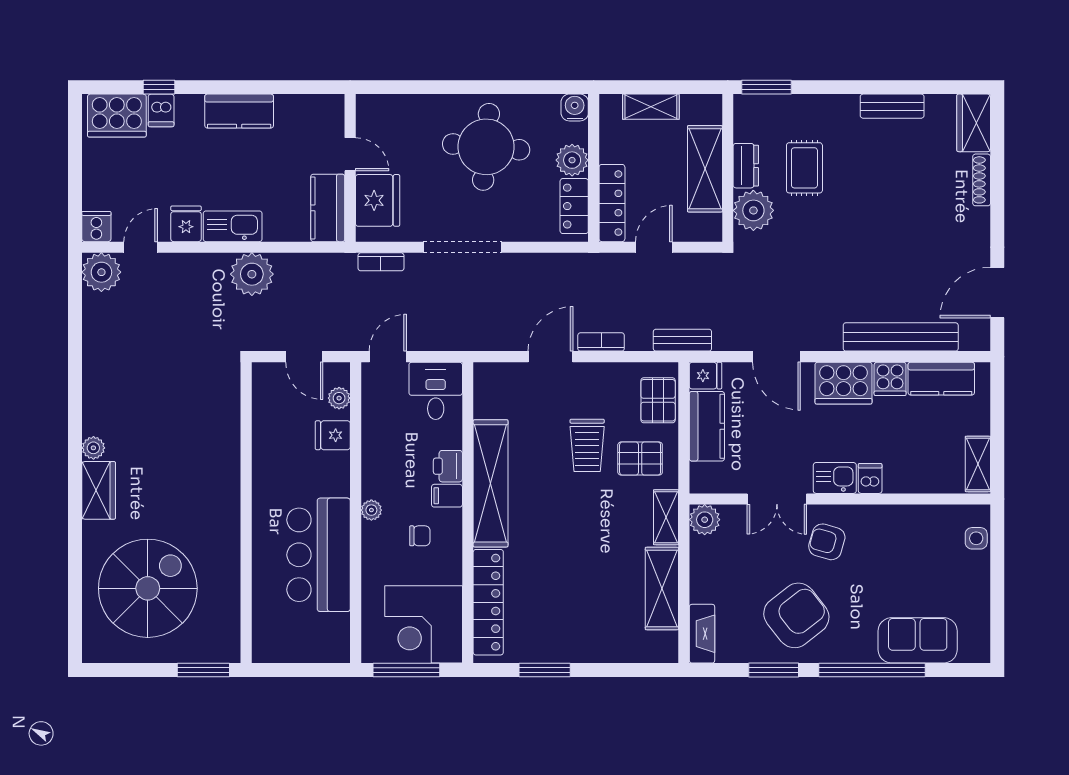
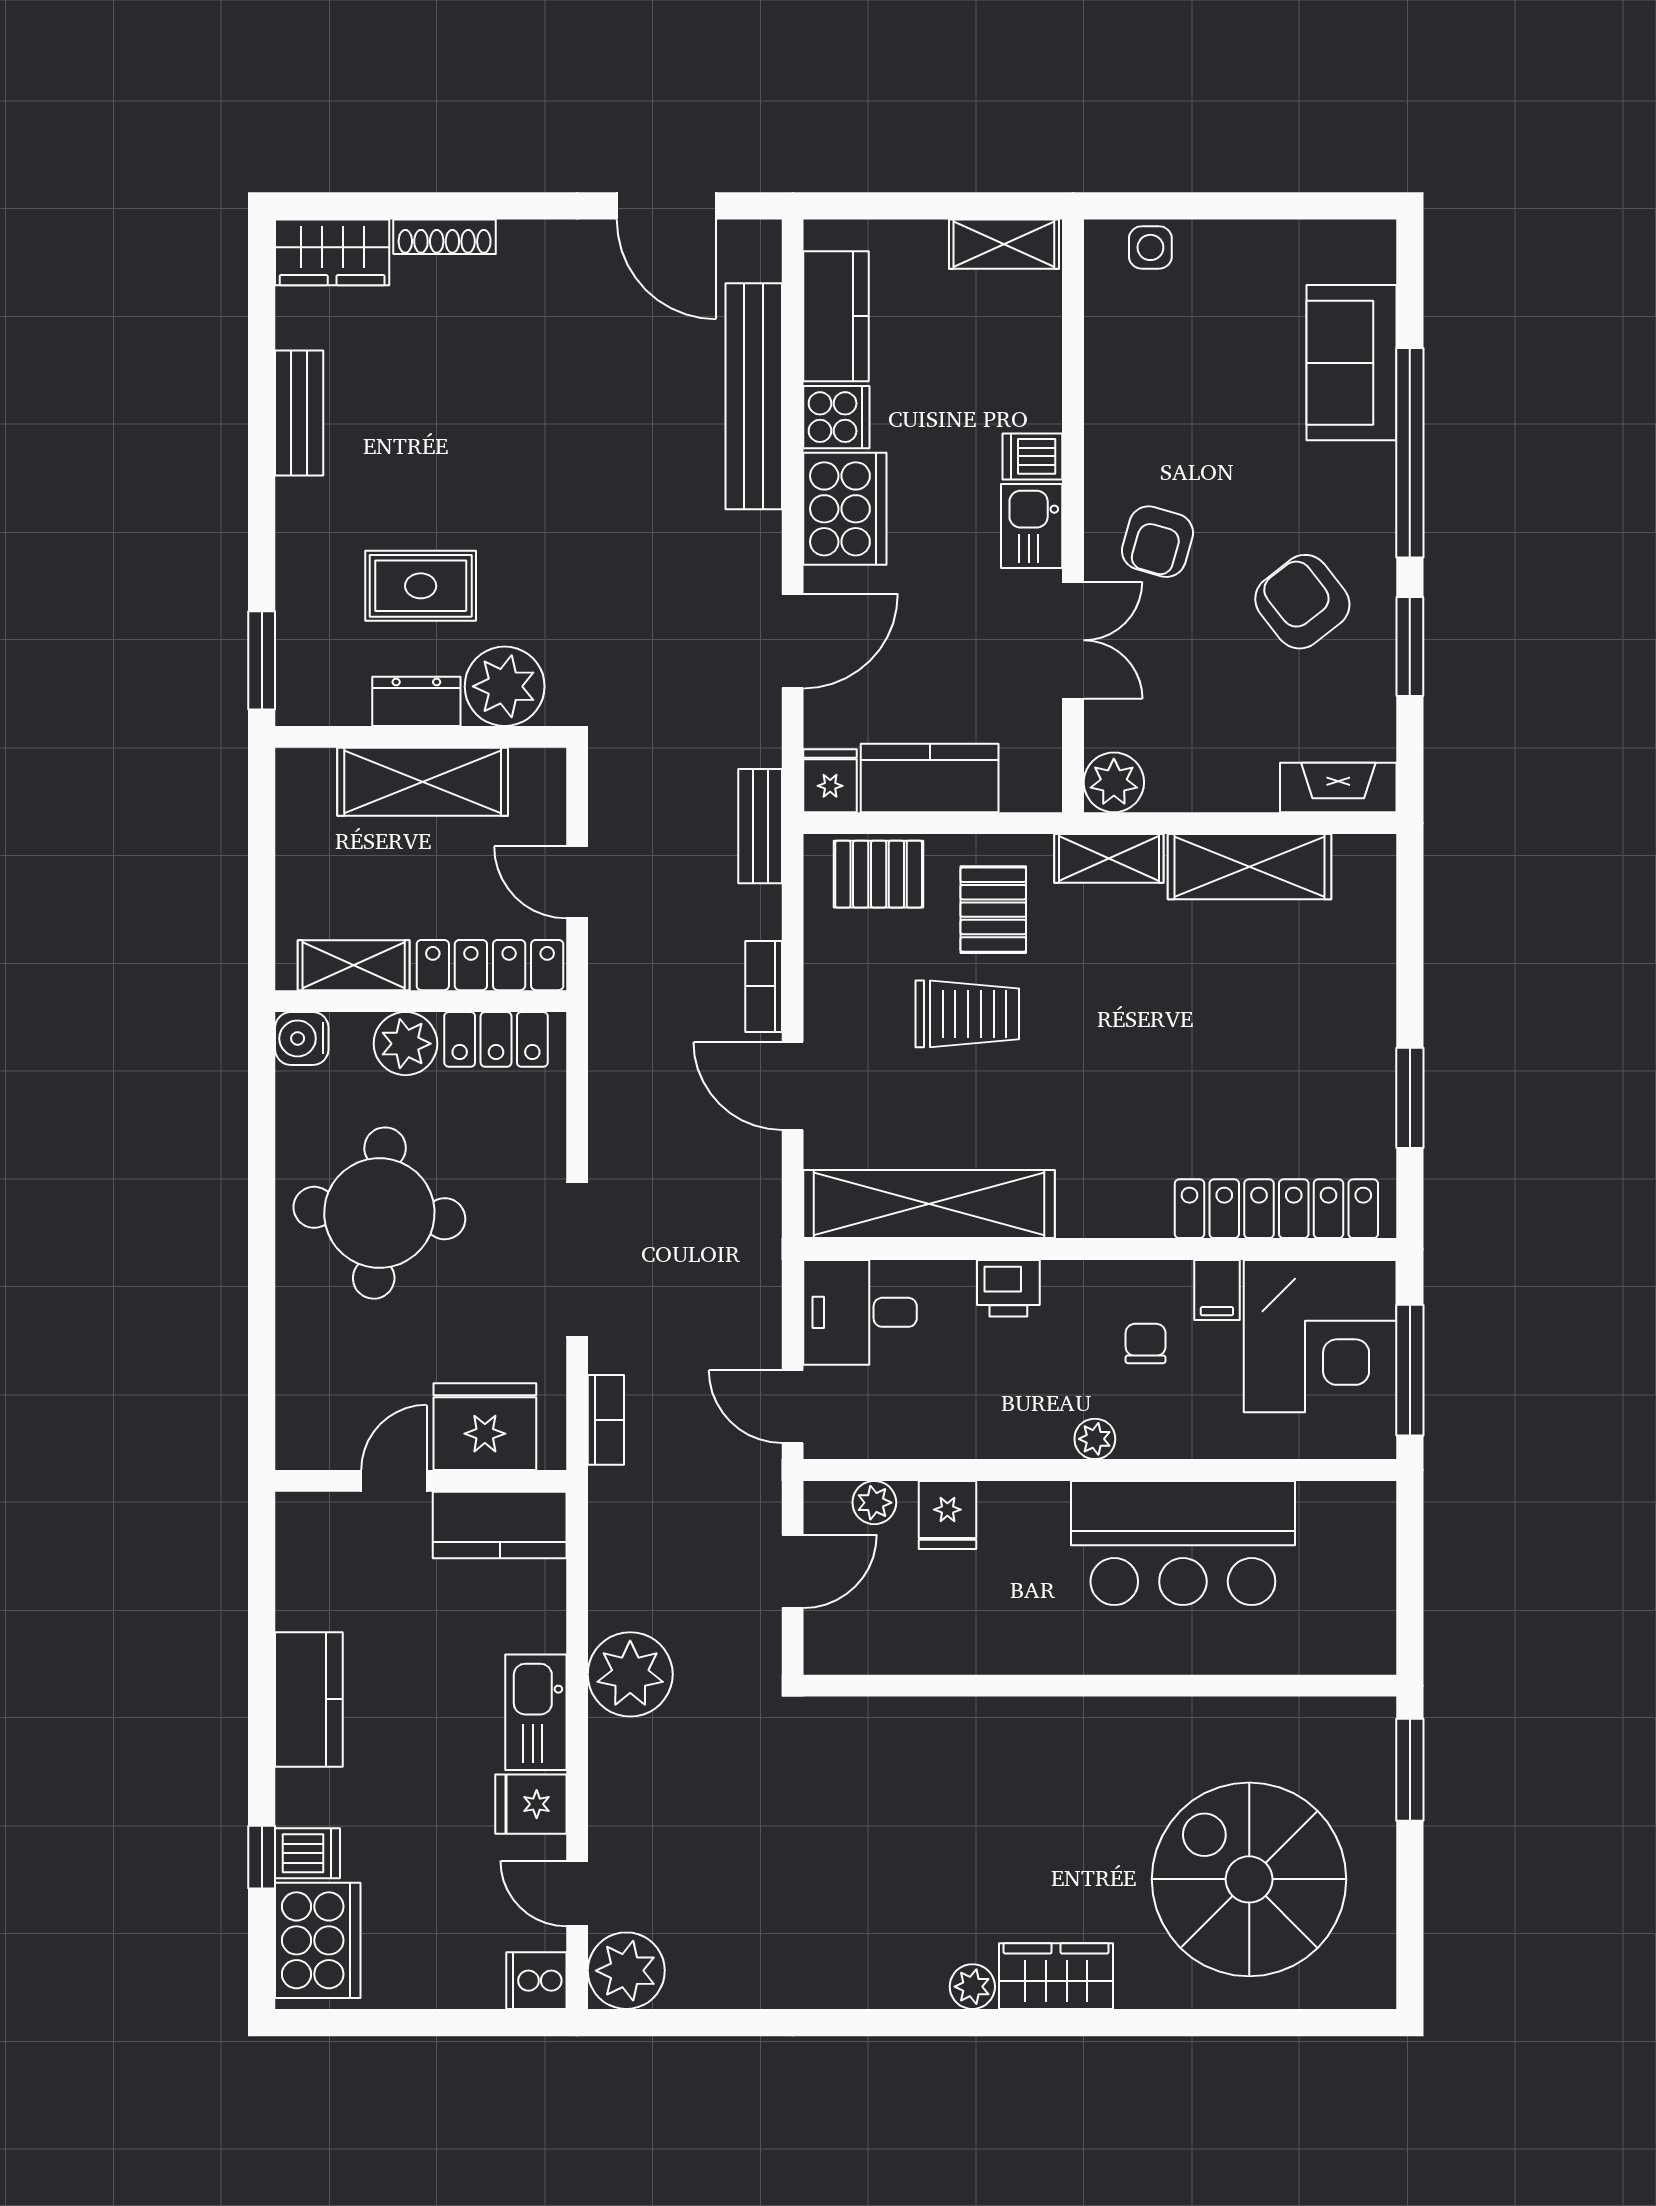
shelving: (651, 107) -> (354, 965), moved, turned 90
shelving: (491, 483) -> (929, 1204), moved
filing cabinet: (447, 496) -> (1217, 1290), moved
armchair: (796, 615) -> (1302, 602), width x0.73, depth x0.73

